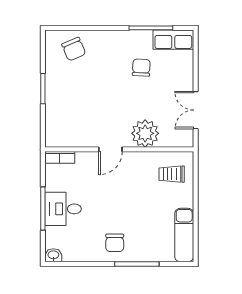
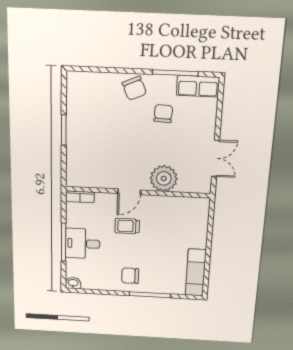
chair: (74, 49) -> (134, 88), moved
double door: (196, 110) -> (215, 158), swing flipped
trolley: (172, 174) -> (127, 226), moved
chair: (115, 243) -> (130, 276), turned 90

